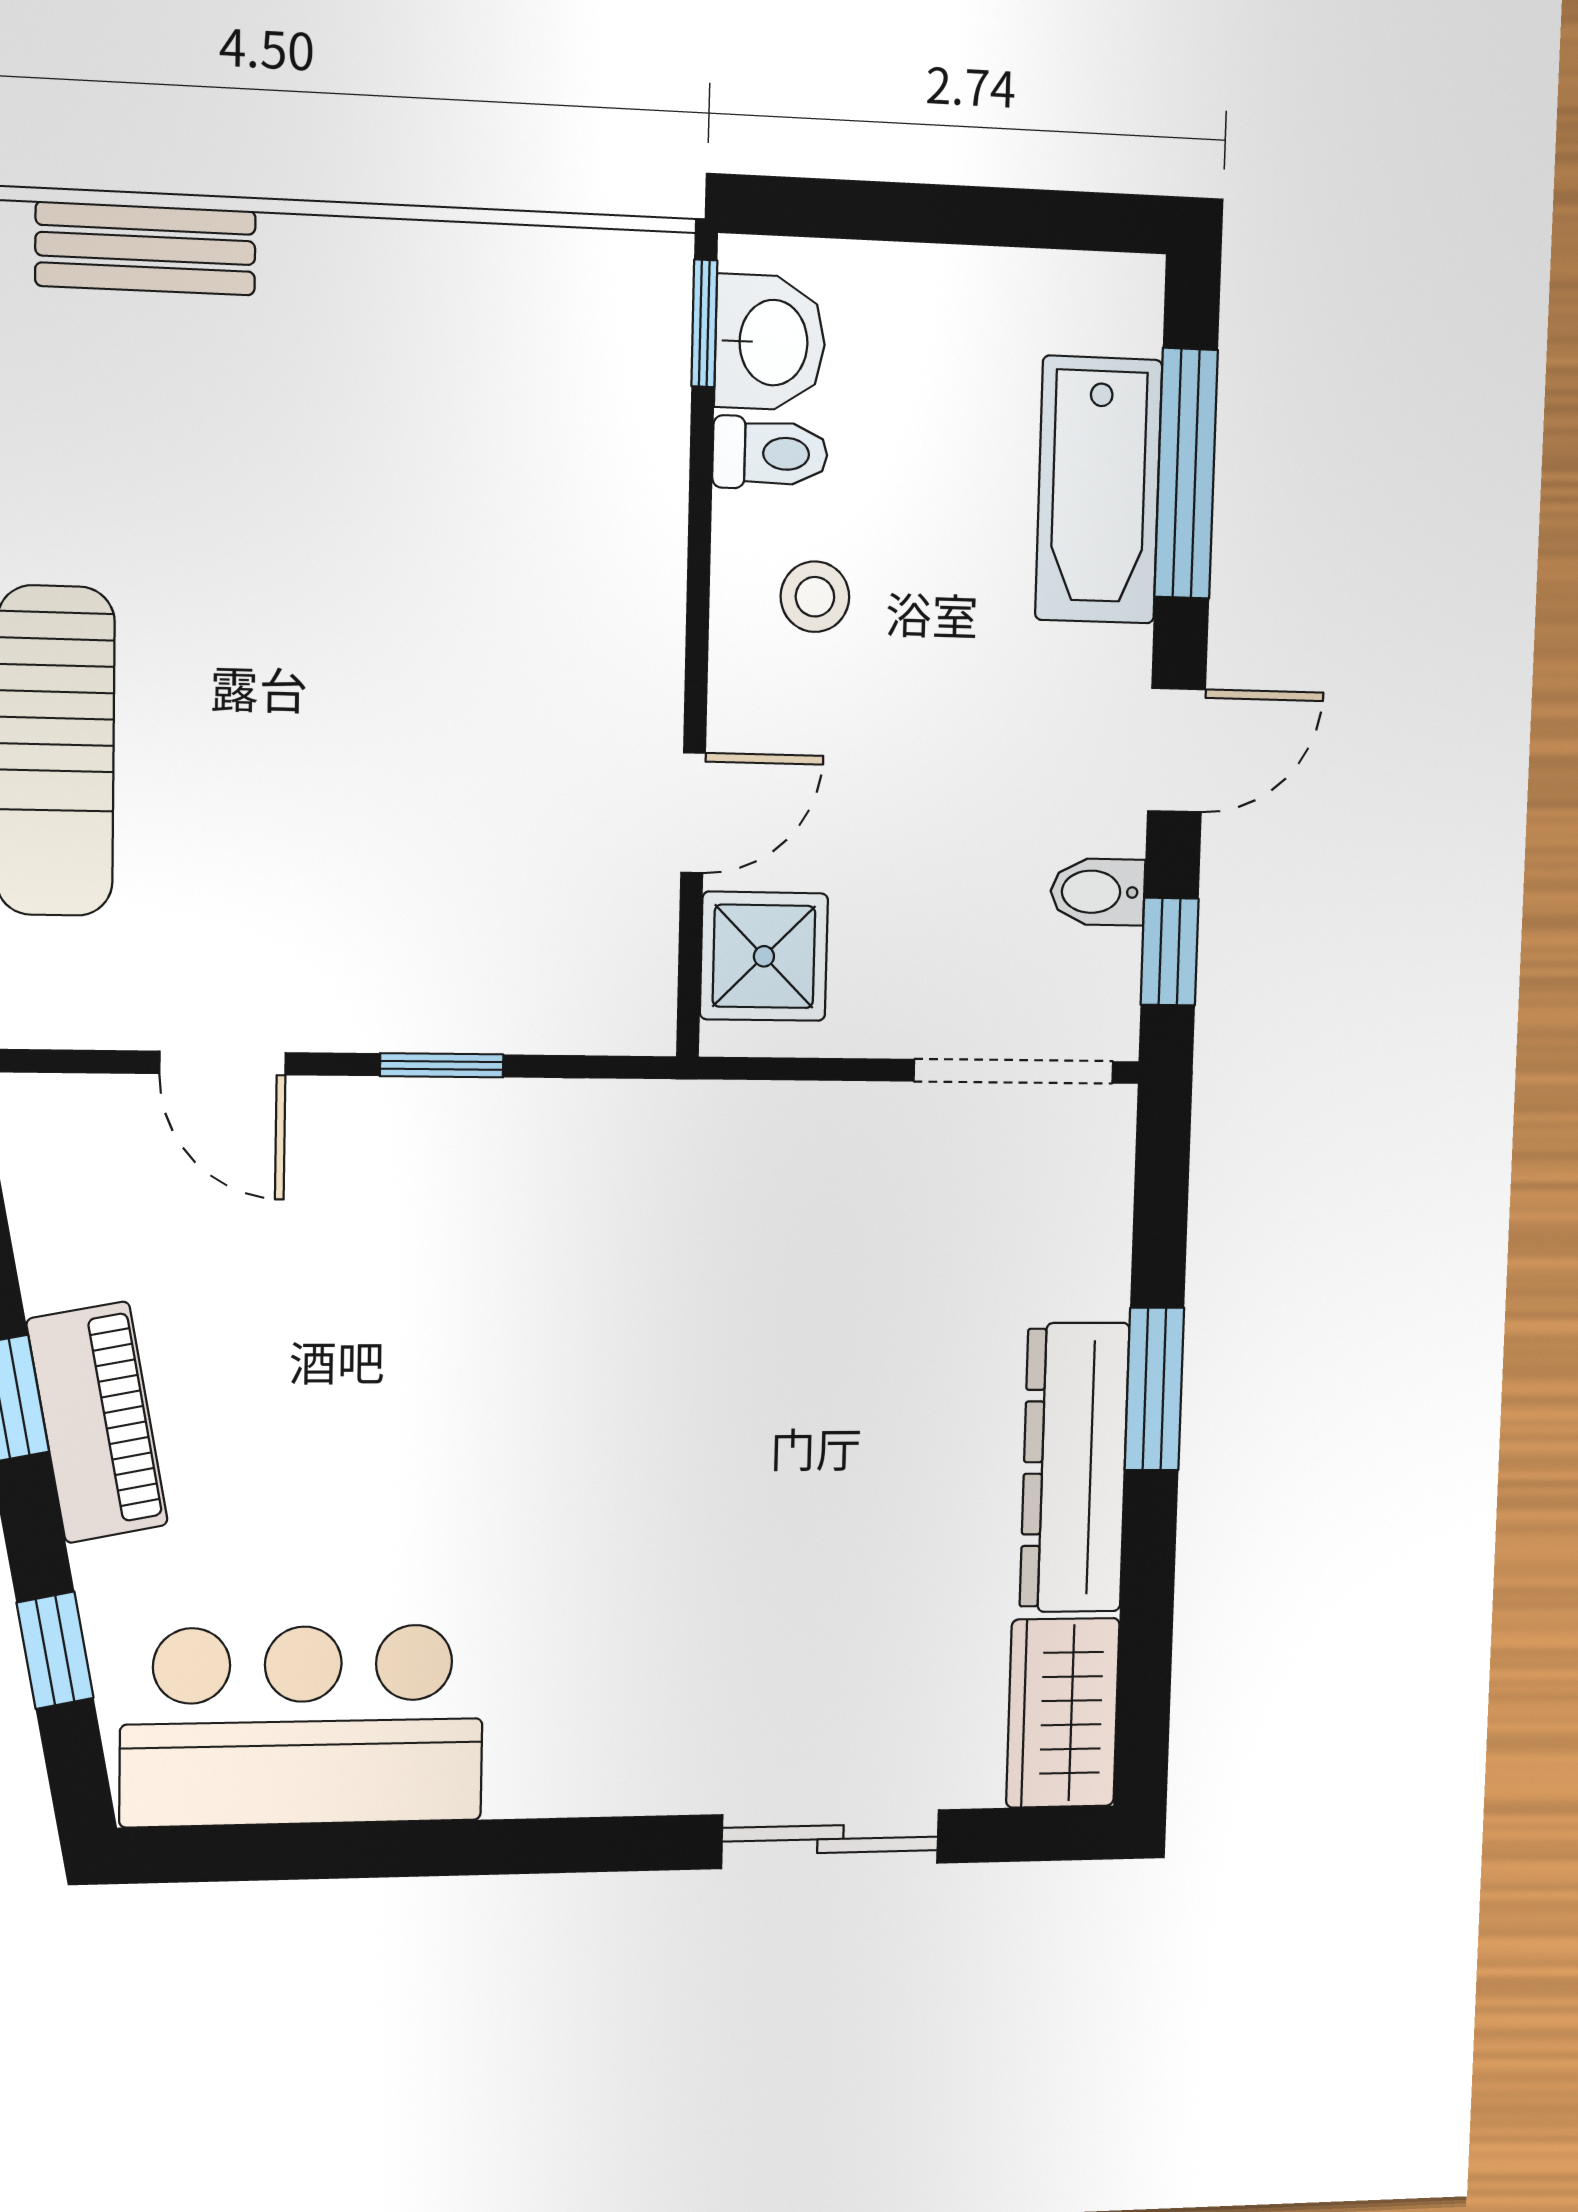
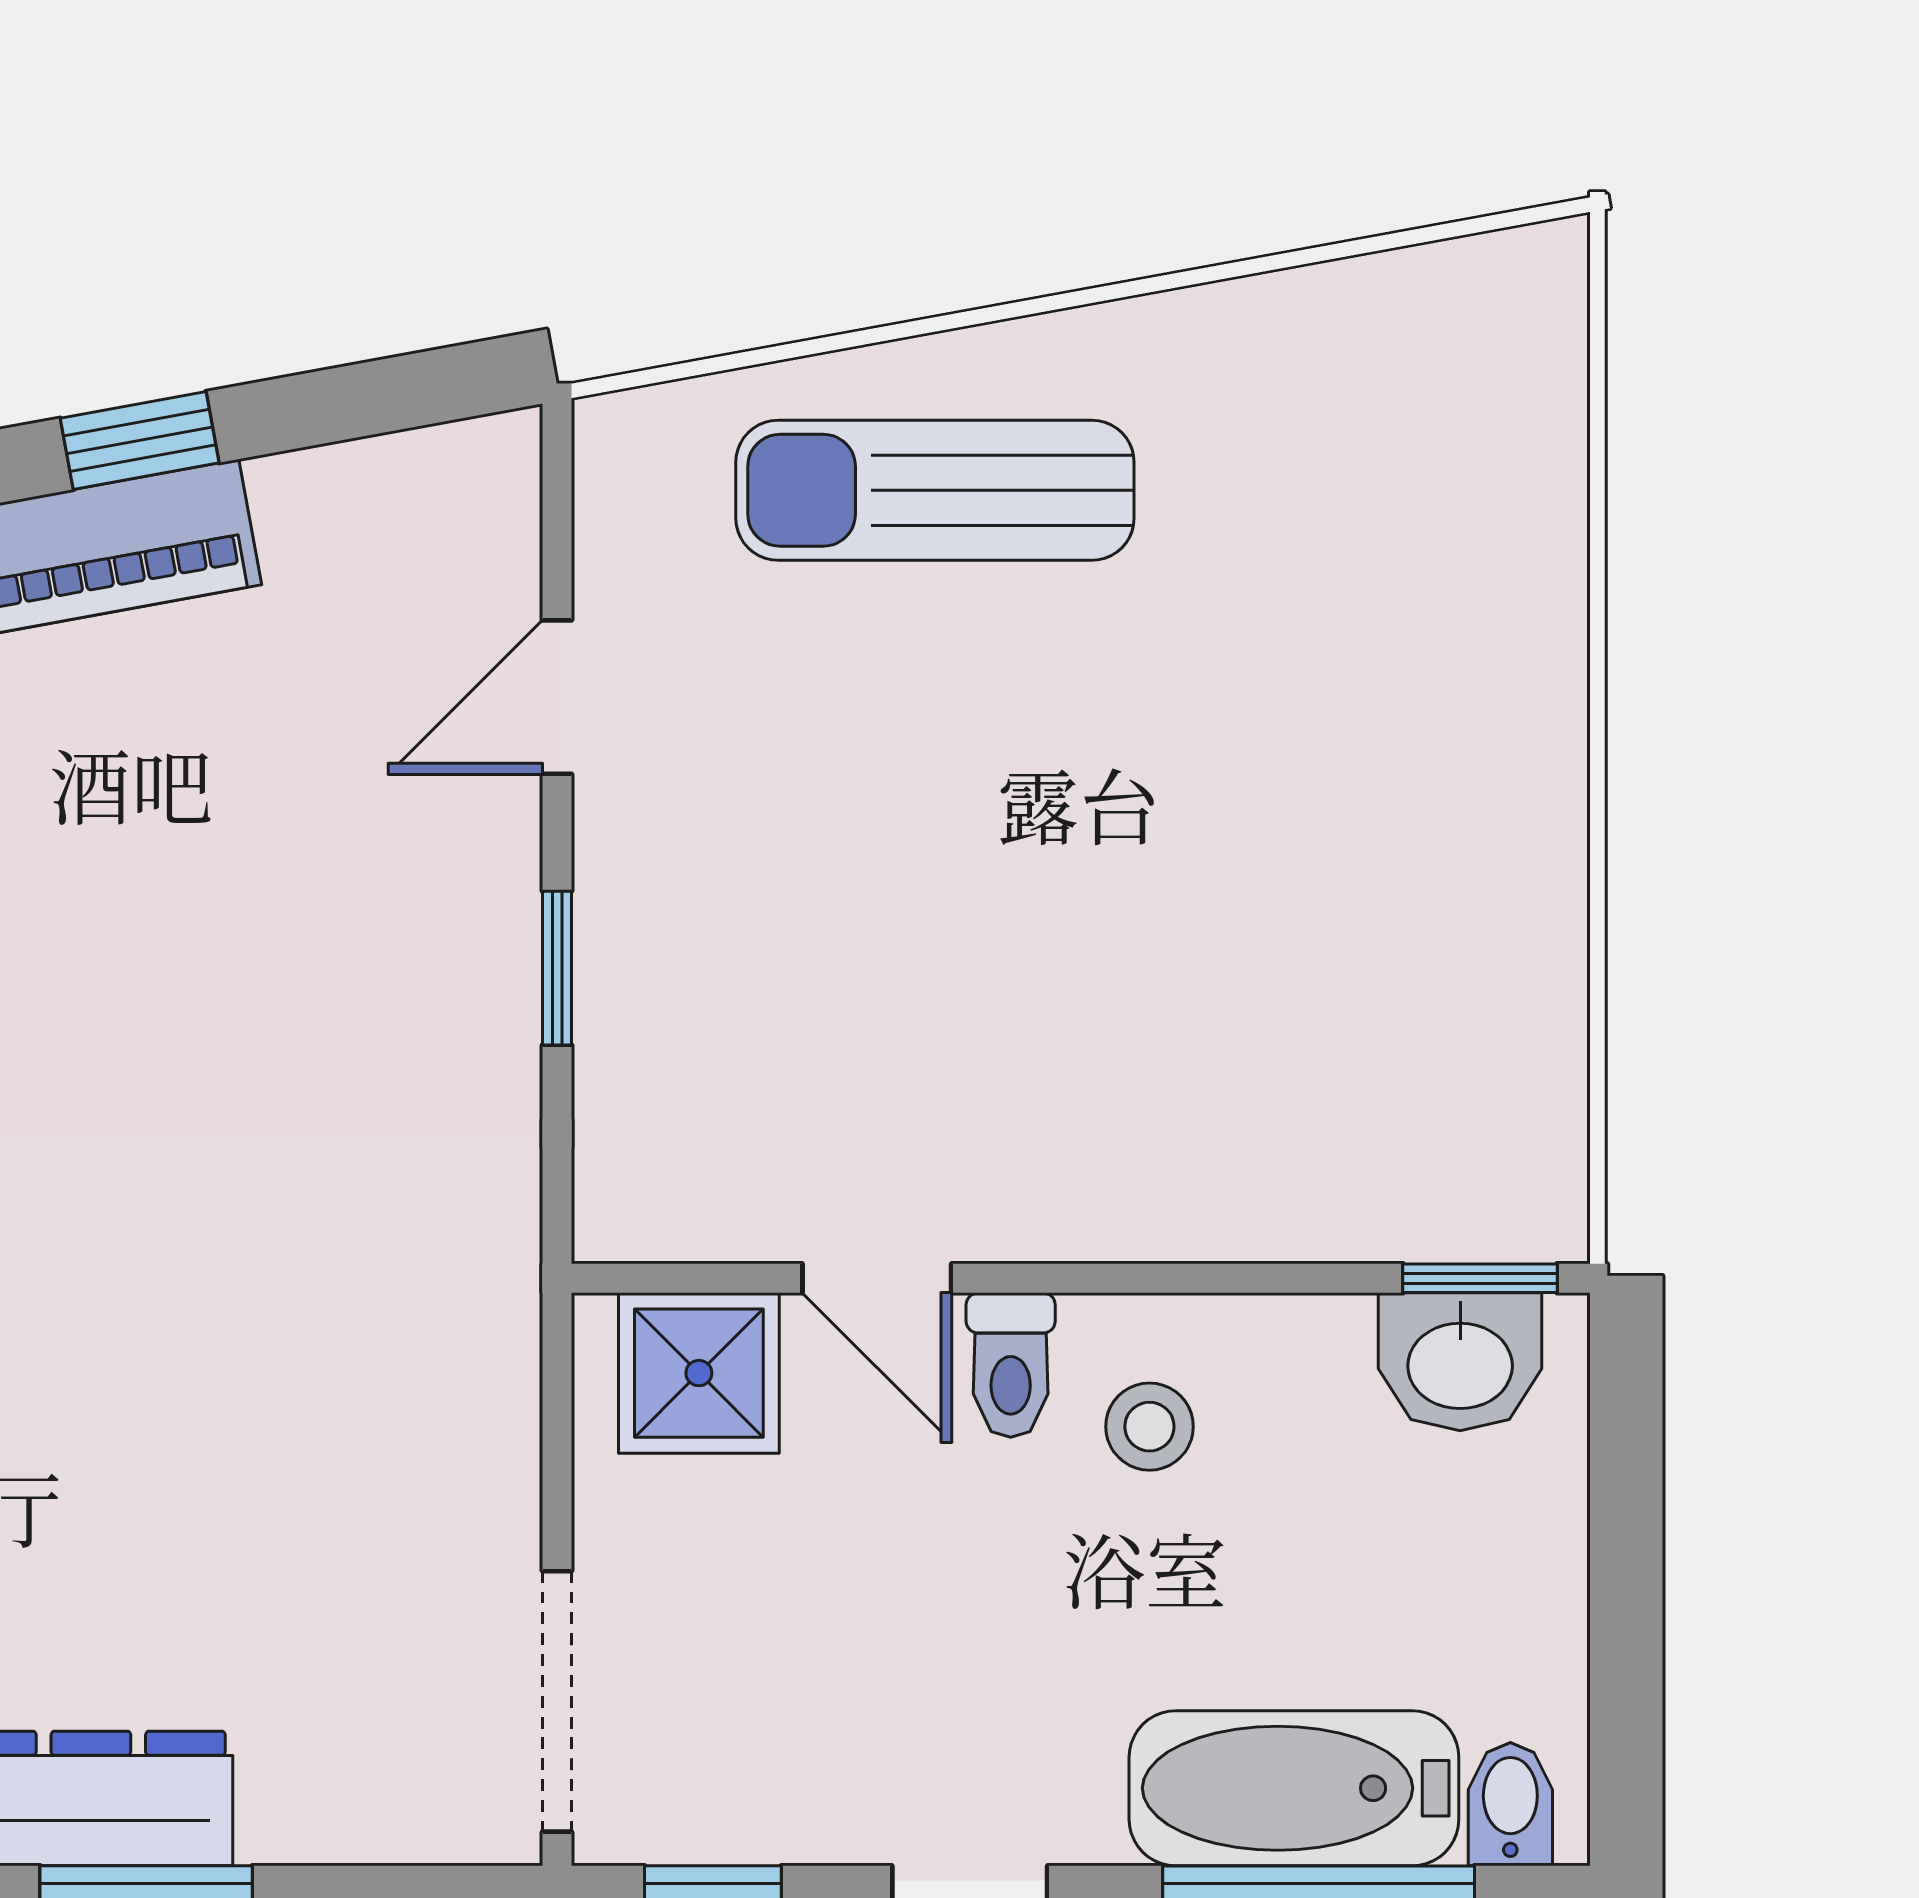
bench: (146, 248) -> (1540, 593), removed
toilet: (770, 453) -> (1011, 1365), moved
bidet: (1098, 892) -> (1510, 1804), moved

